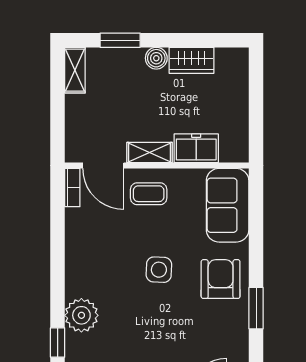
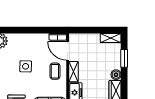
door: (103, 166) -> (68, 51), hinge flipped
side table: (159, 270) -> (26, 66), moved

